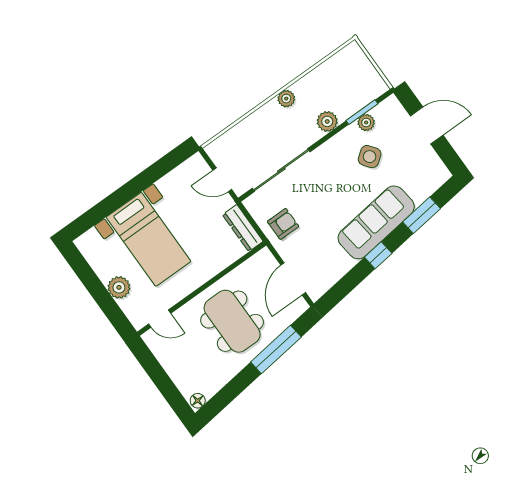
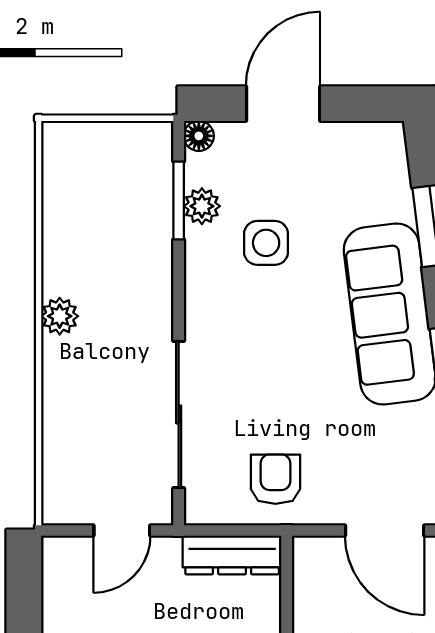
floor lamp: (392, 102) -> (199, 136), added
plant: (327, 121) -> (151, 273), removed
side table: (370, 157) -> (266, 243), turned 37

